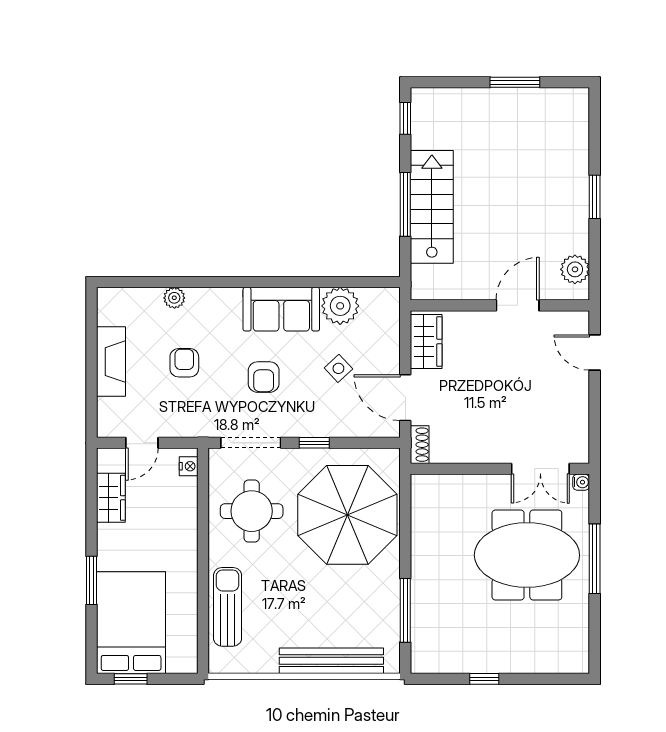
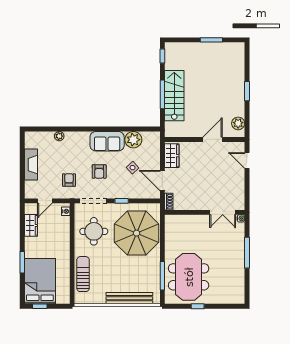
armchair: (184, 363) -> (69, 180), moved
meeting table: (527, 555) -> (189, 277), moved, turned 90

